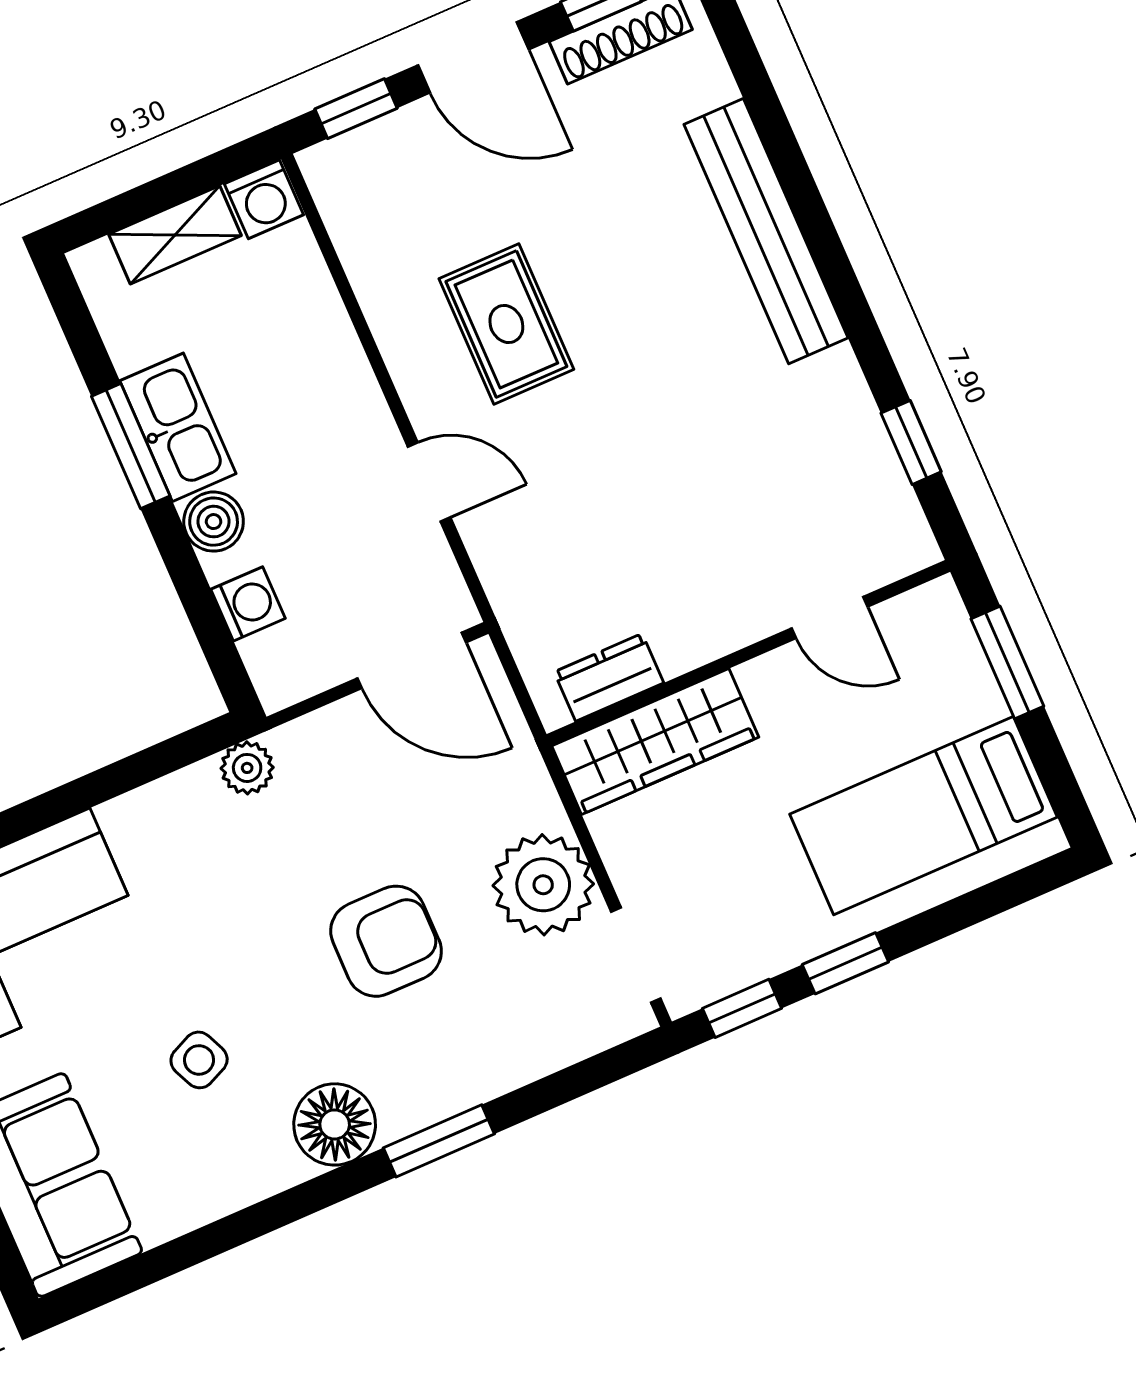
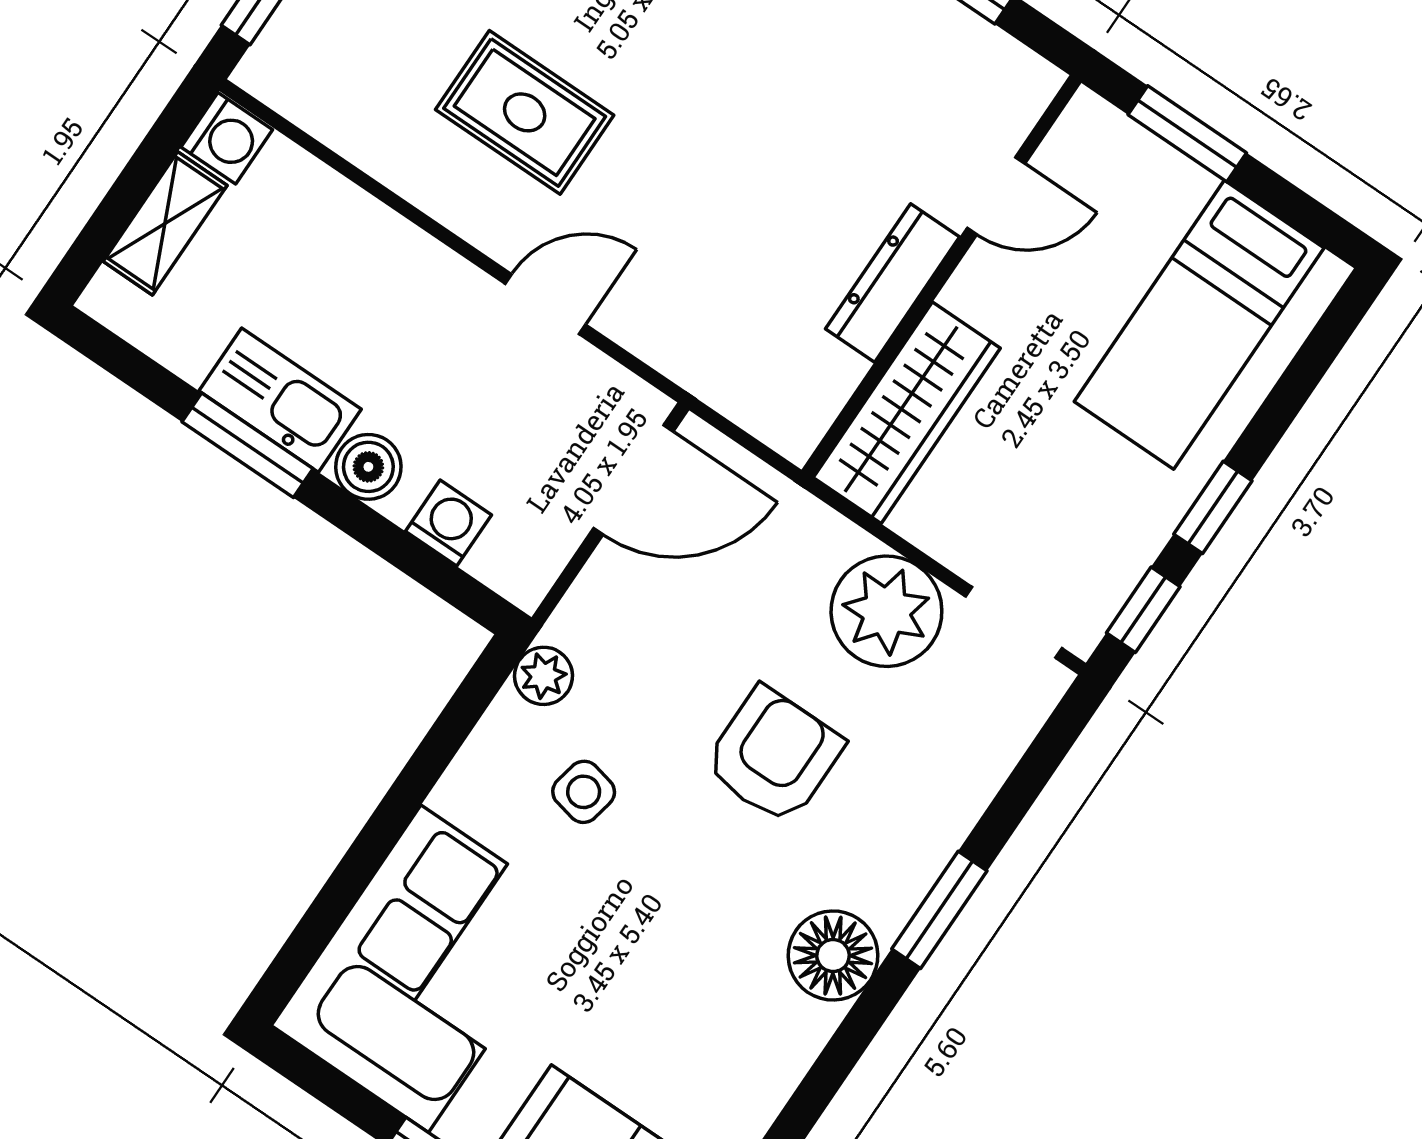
dresser: (609, 677) -> (893, 283), moved, width x1.44
side table: (199, 1060) -> (584, 792), moved, turned 36

